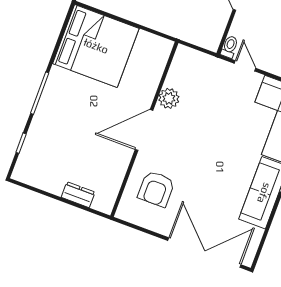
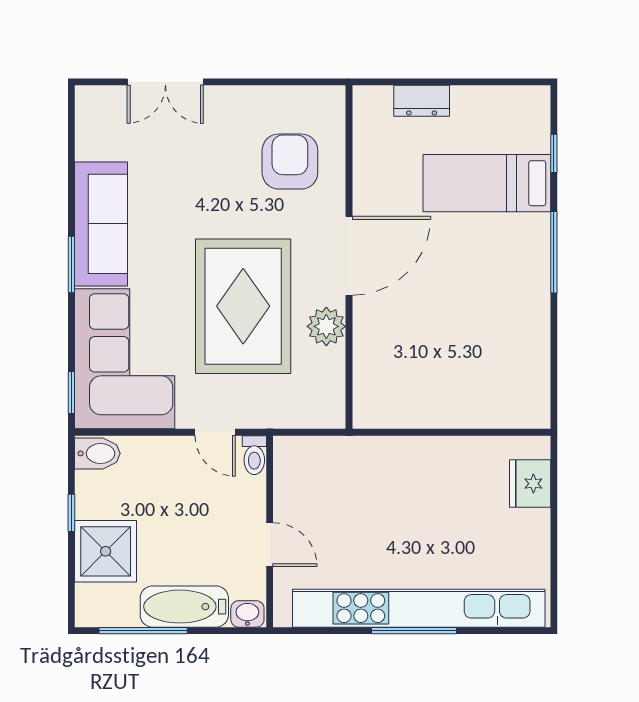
bed: (96, 46) -> (487, 183), moved, width x0.49
rug: (207, 124) -> (243, 306), added
double door: (204, 253) -> (165, 82), width x0.54

